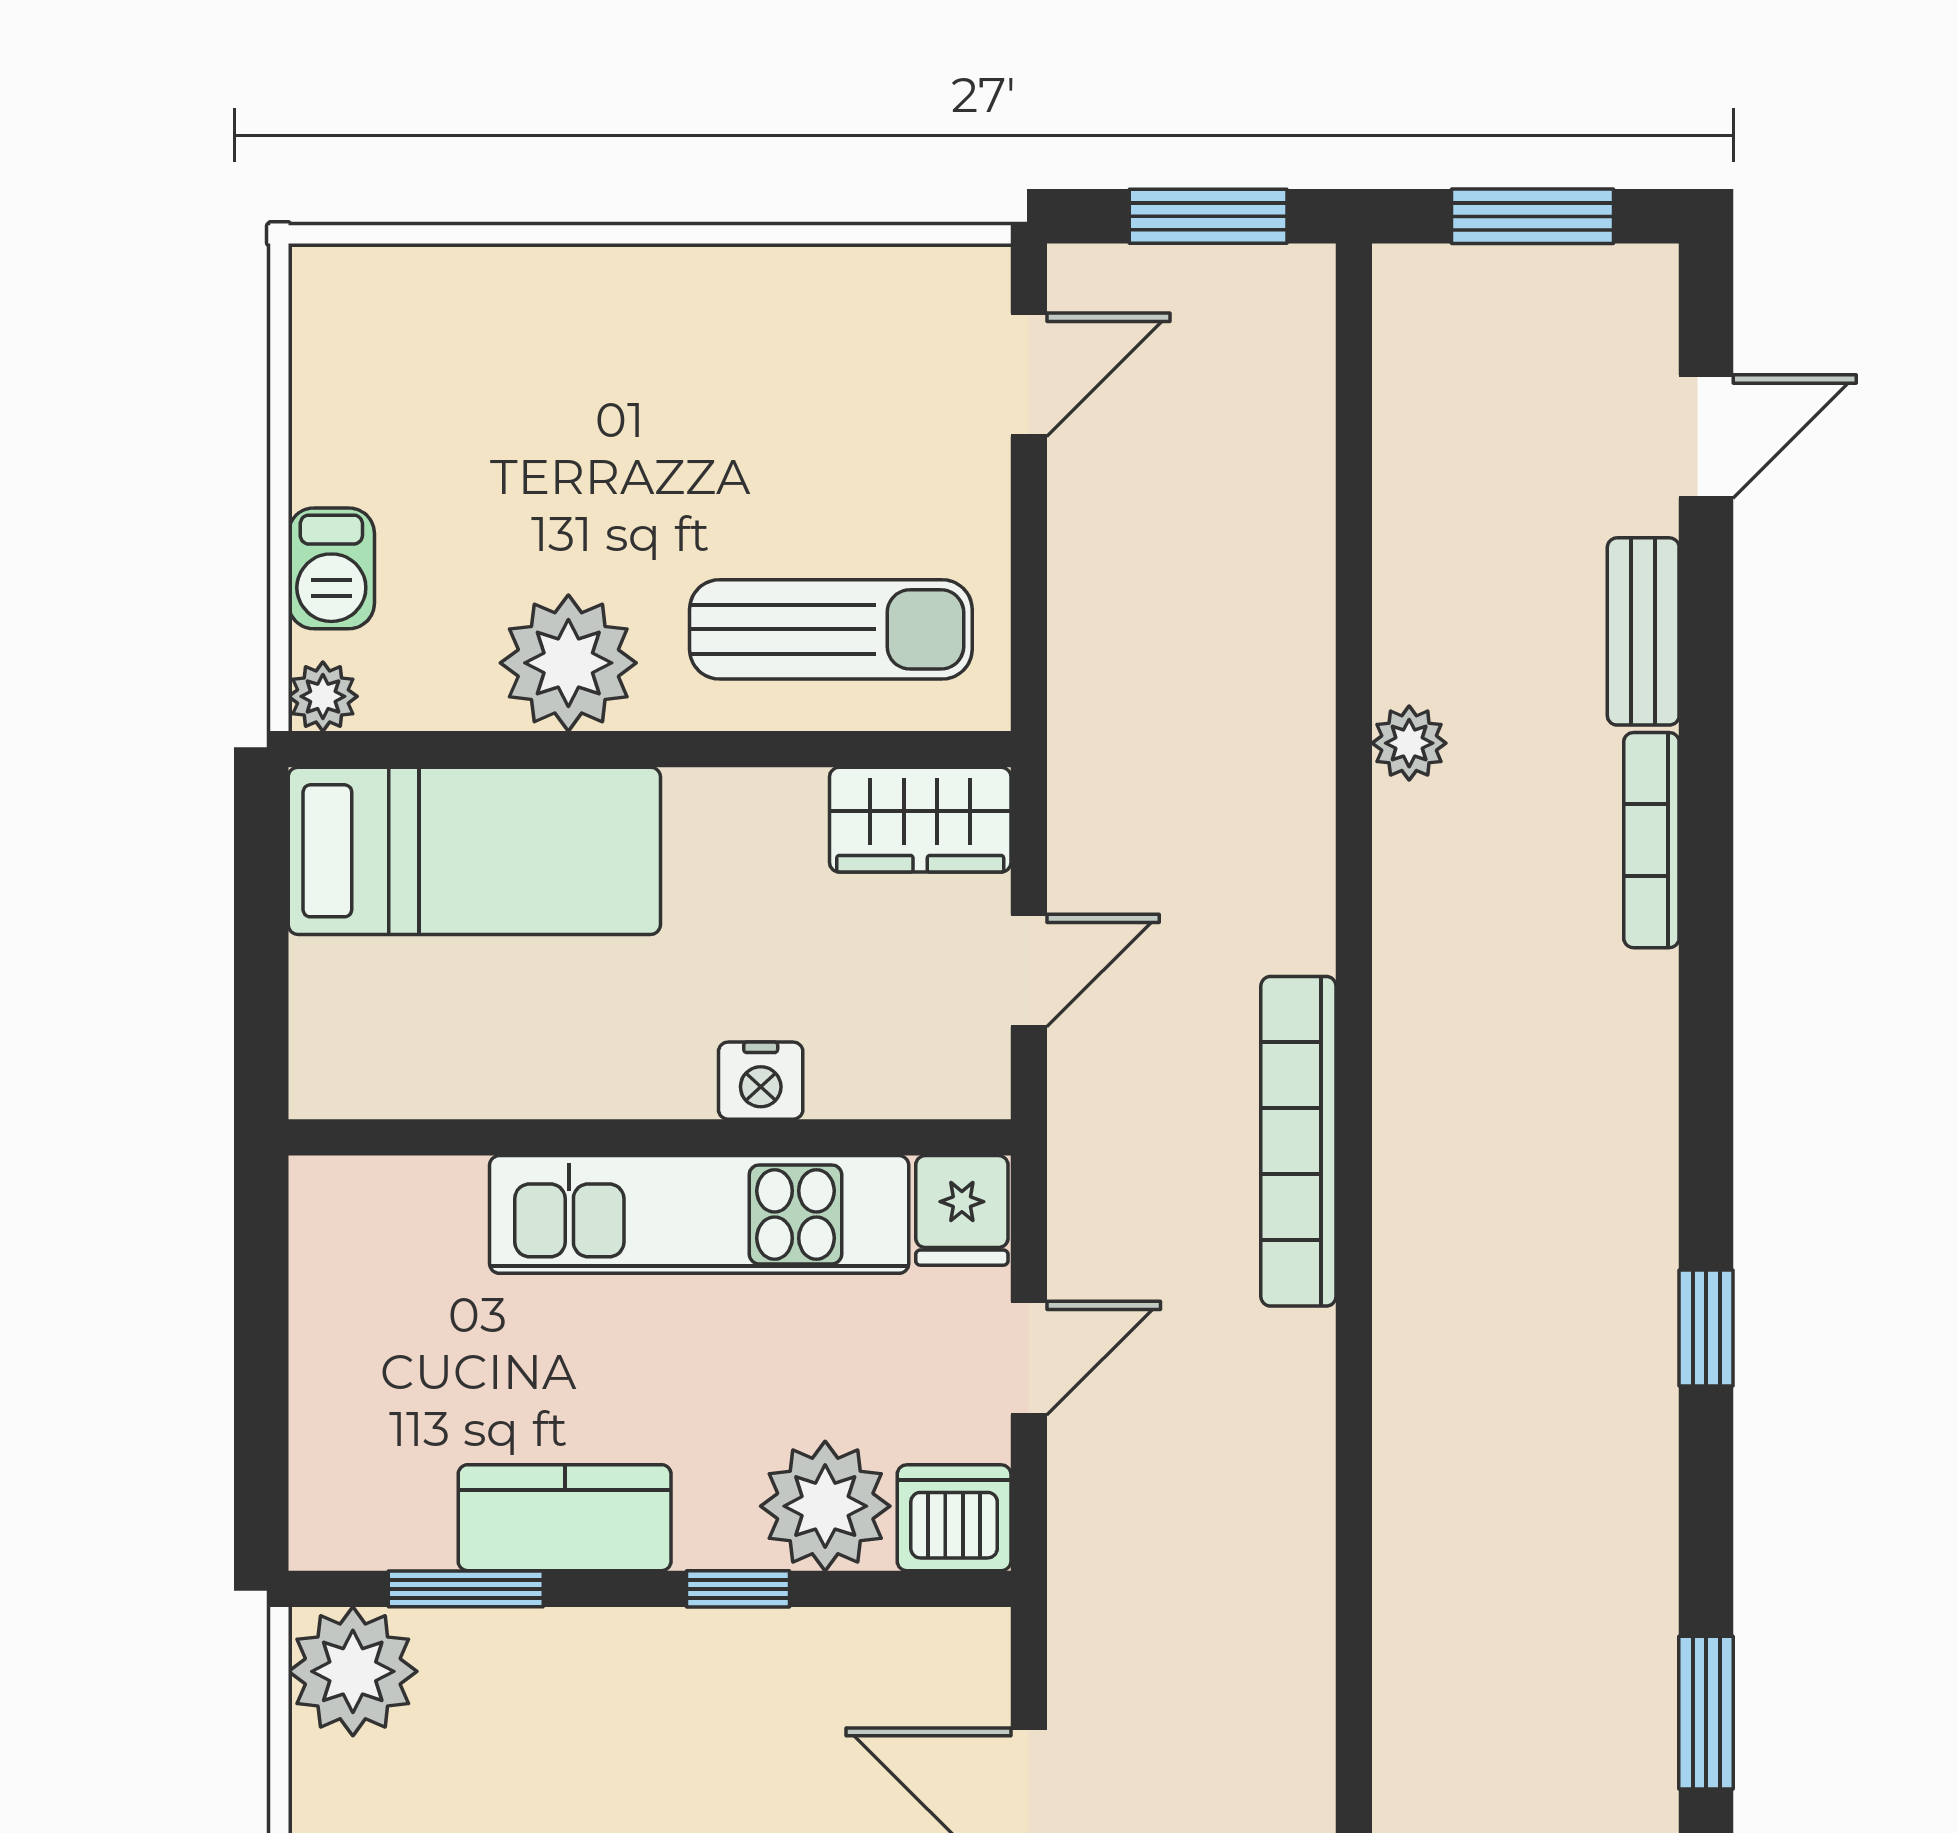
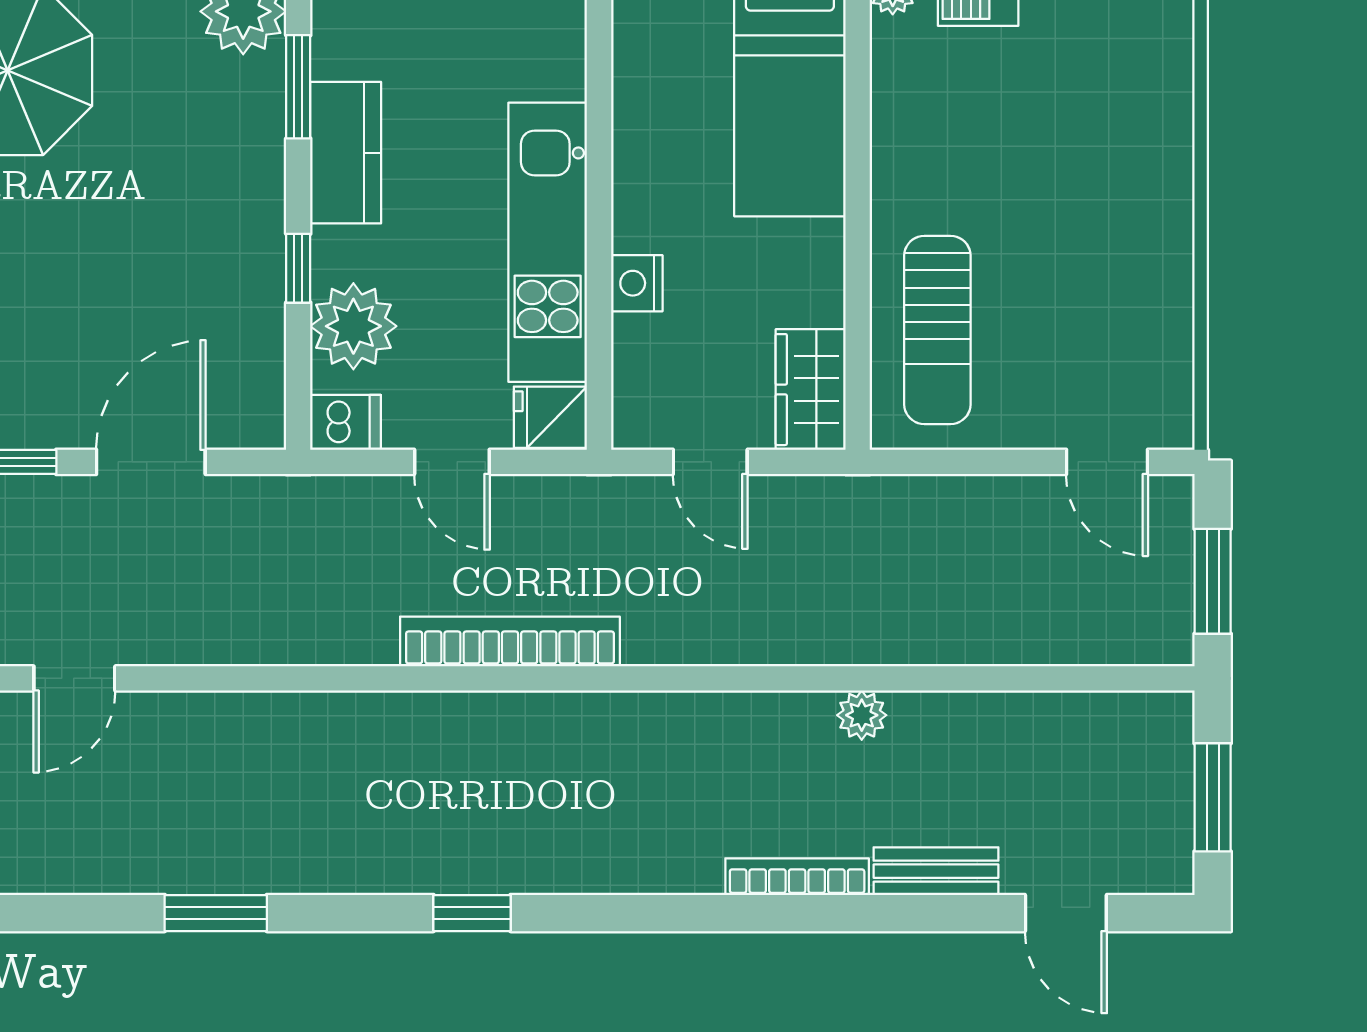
plant: (568, 663) -> (915, 155), removed
bookcase: (1298, 1141) -> (510, 641), moved
dishwasher: (954, 1518) -> (346, 422), width x0.73

